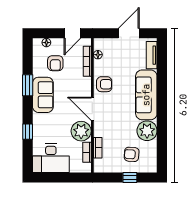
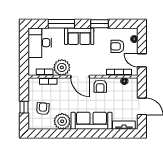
sofa: (43, 95) -> (79, 36), moved
door: (92, 109) -> (80, 77), swing flipped
window: (28, 132) -> (61, 24), width x2.17

